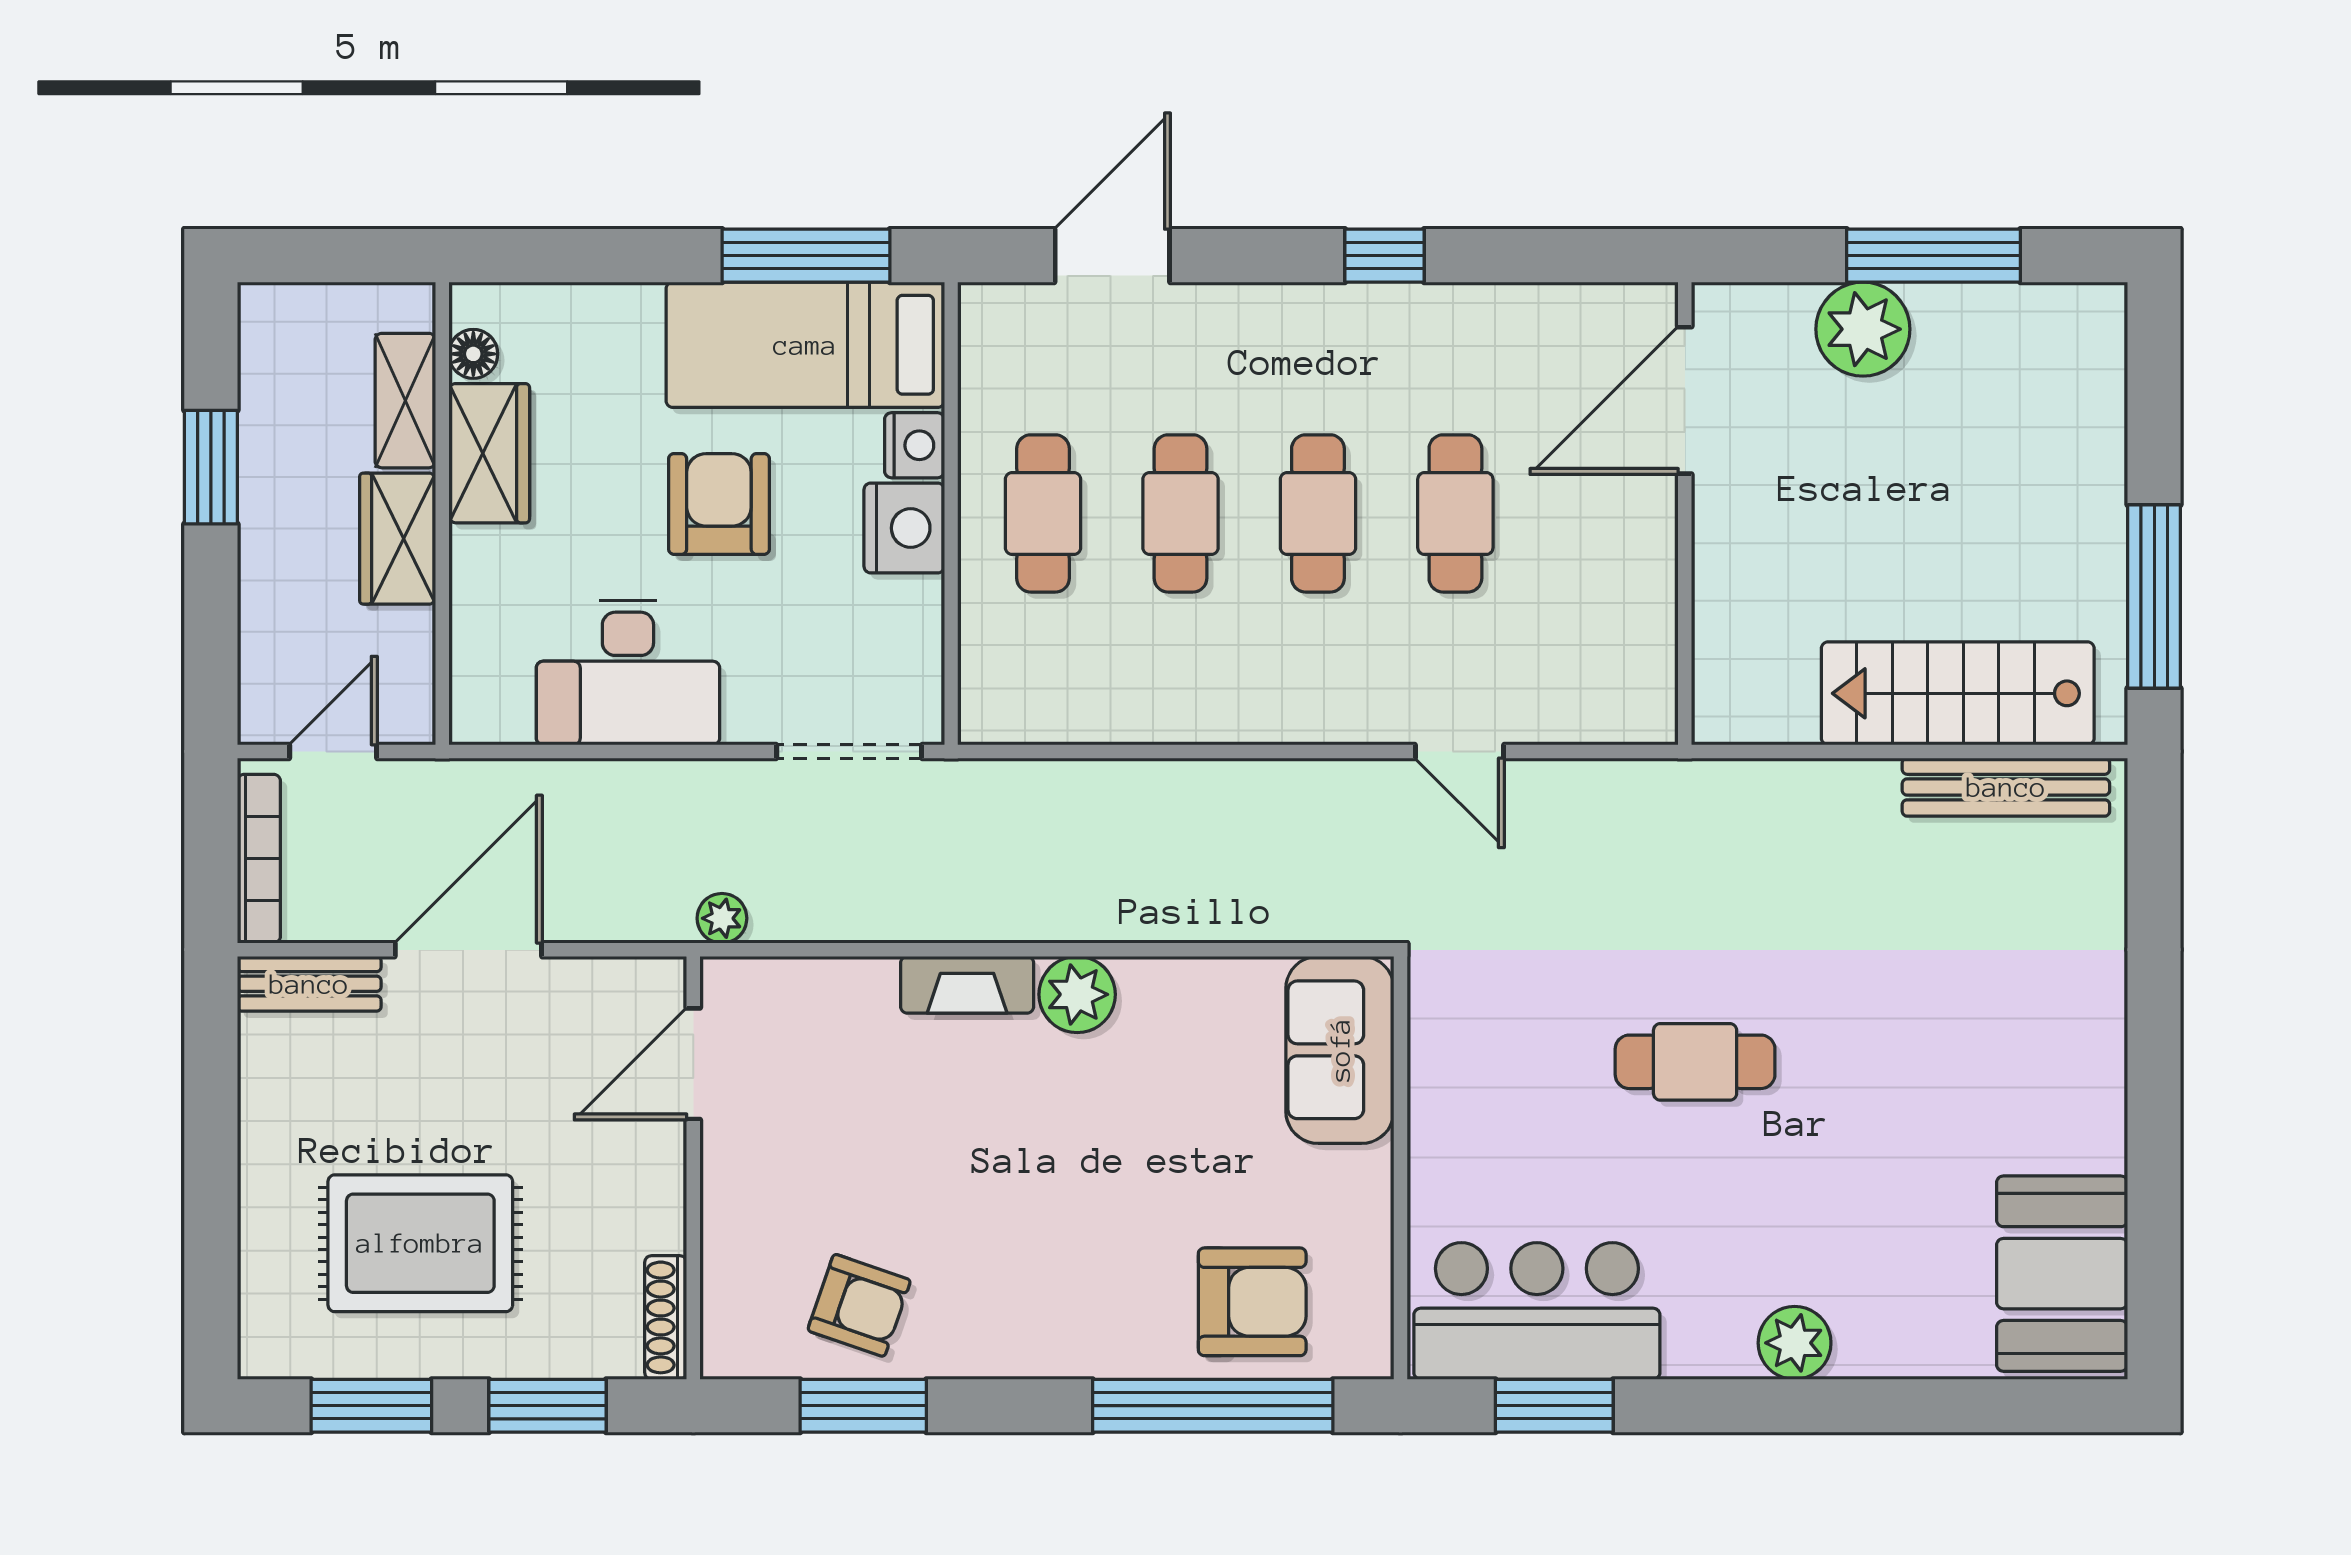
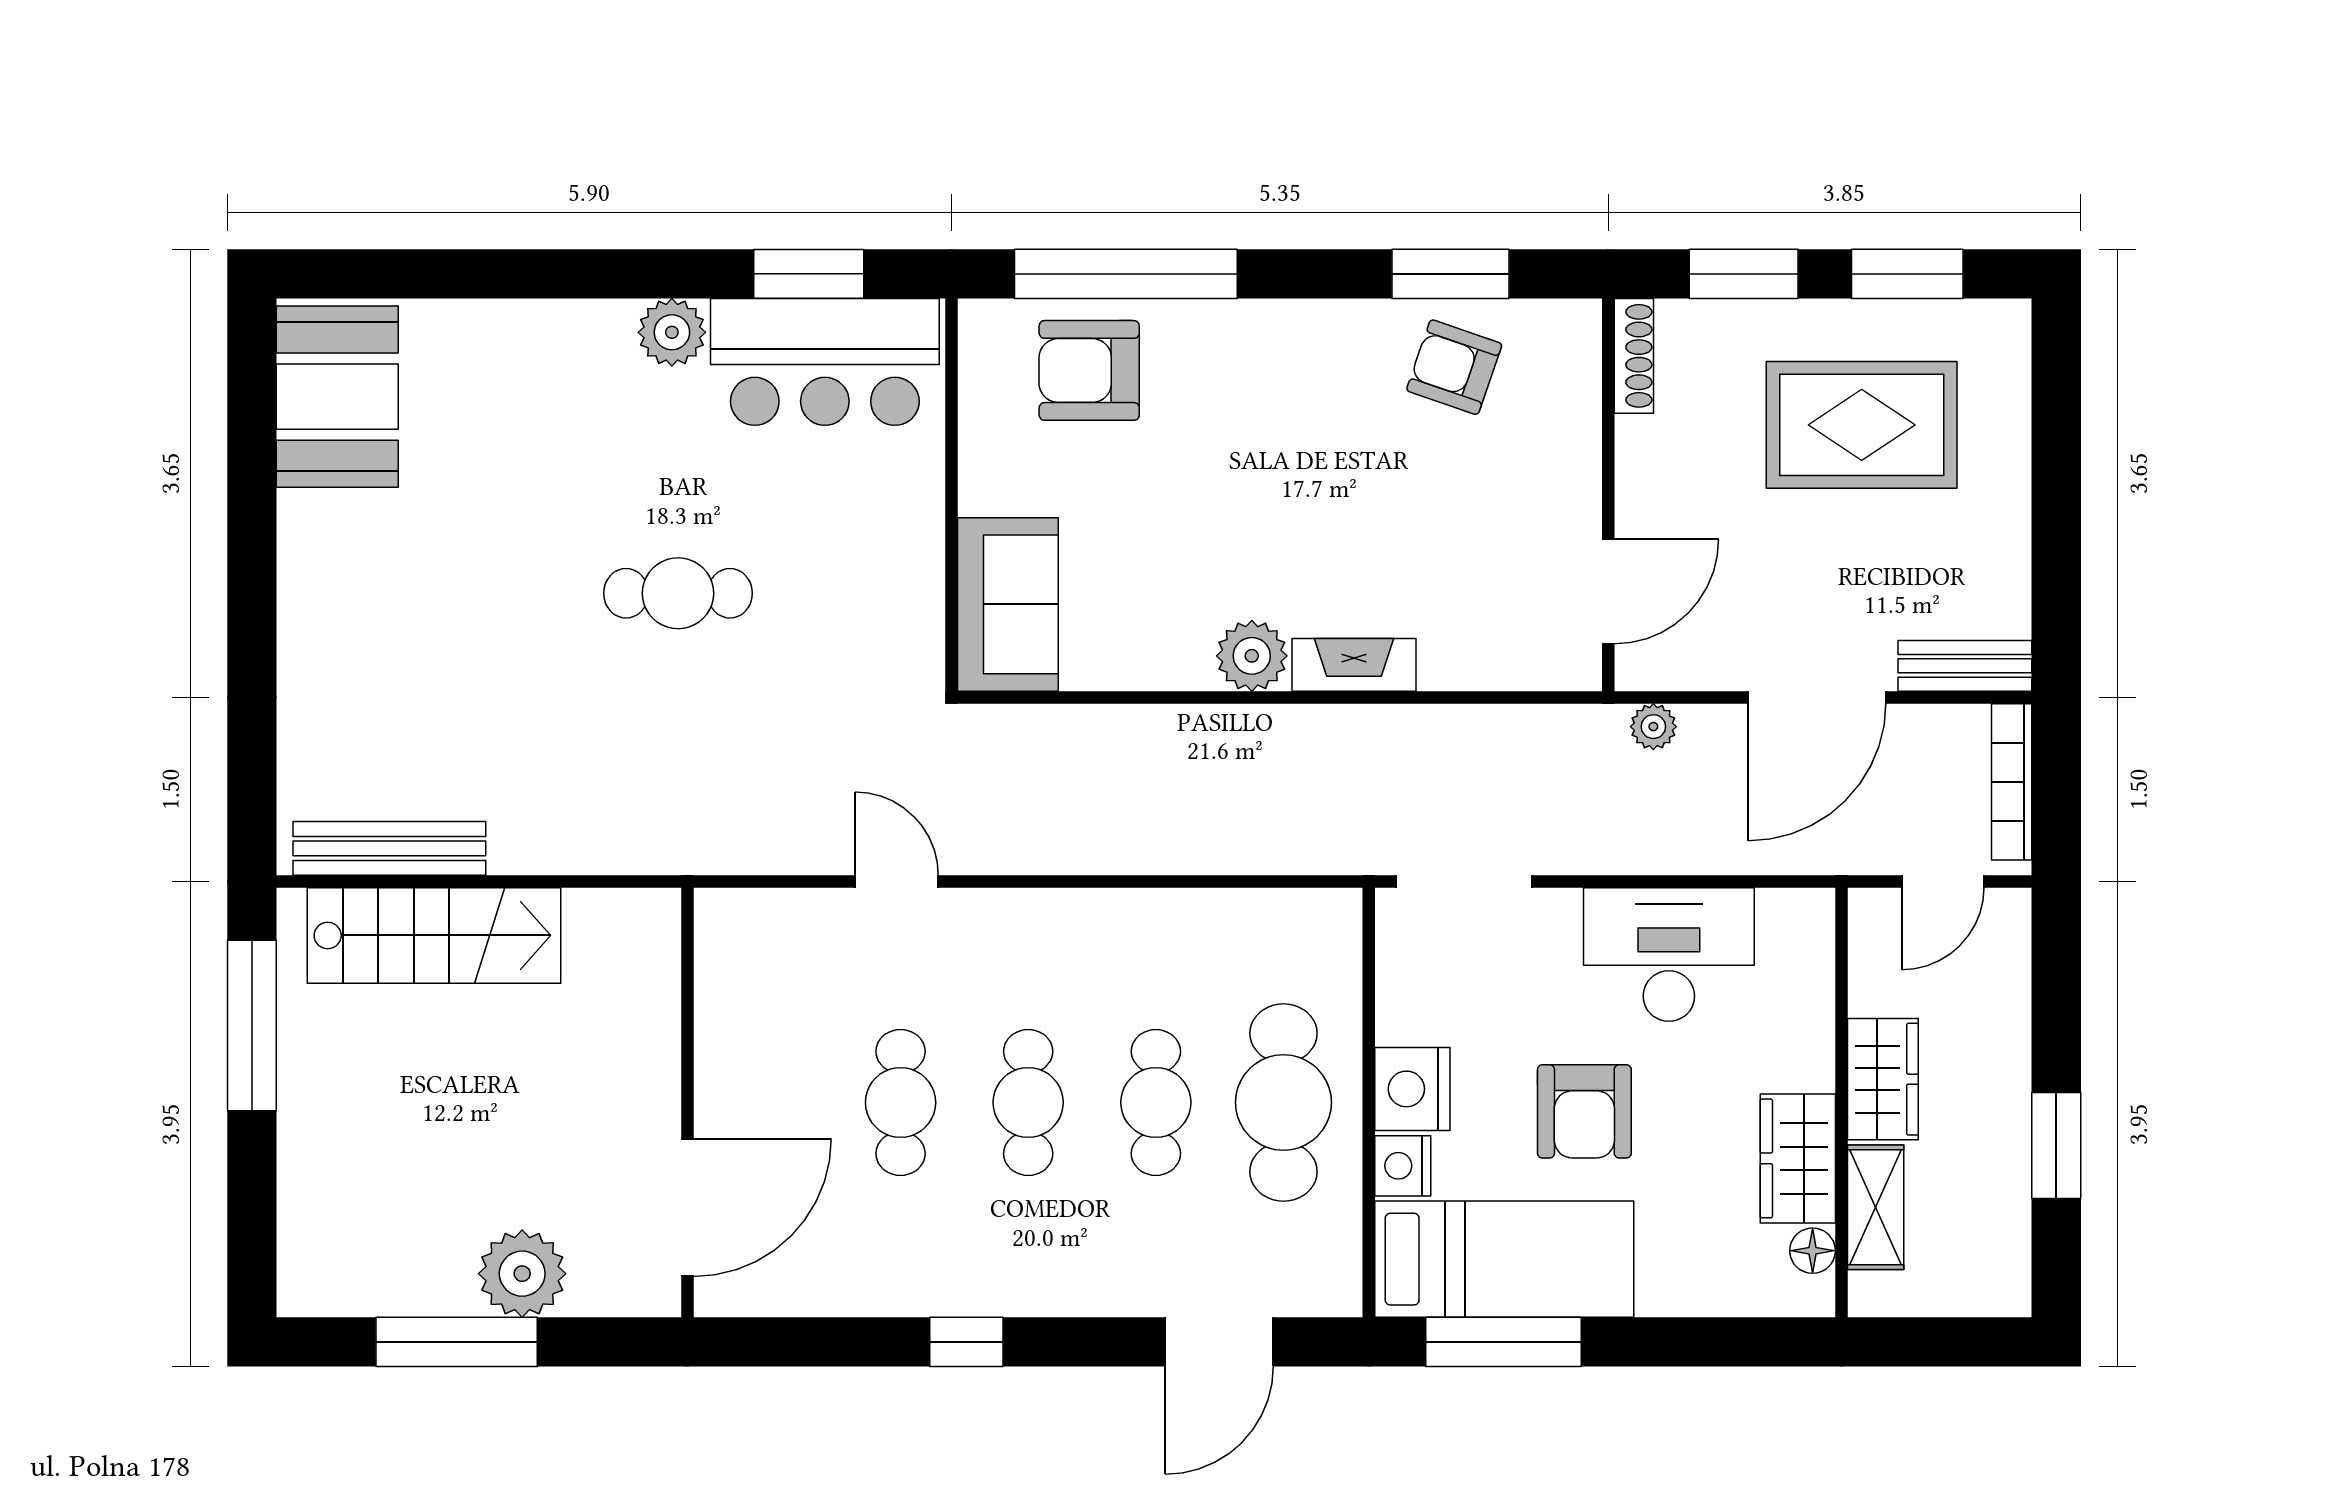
cafe table: (1043, 513) -> (1283, 1102), width x1.37, depth x1.35
plant: (722, 918) -> (1653, 727), moved
plant: (1795, 1343) -> (672, 332), moved

